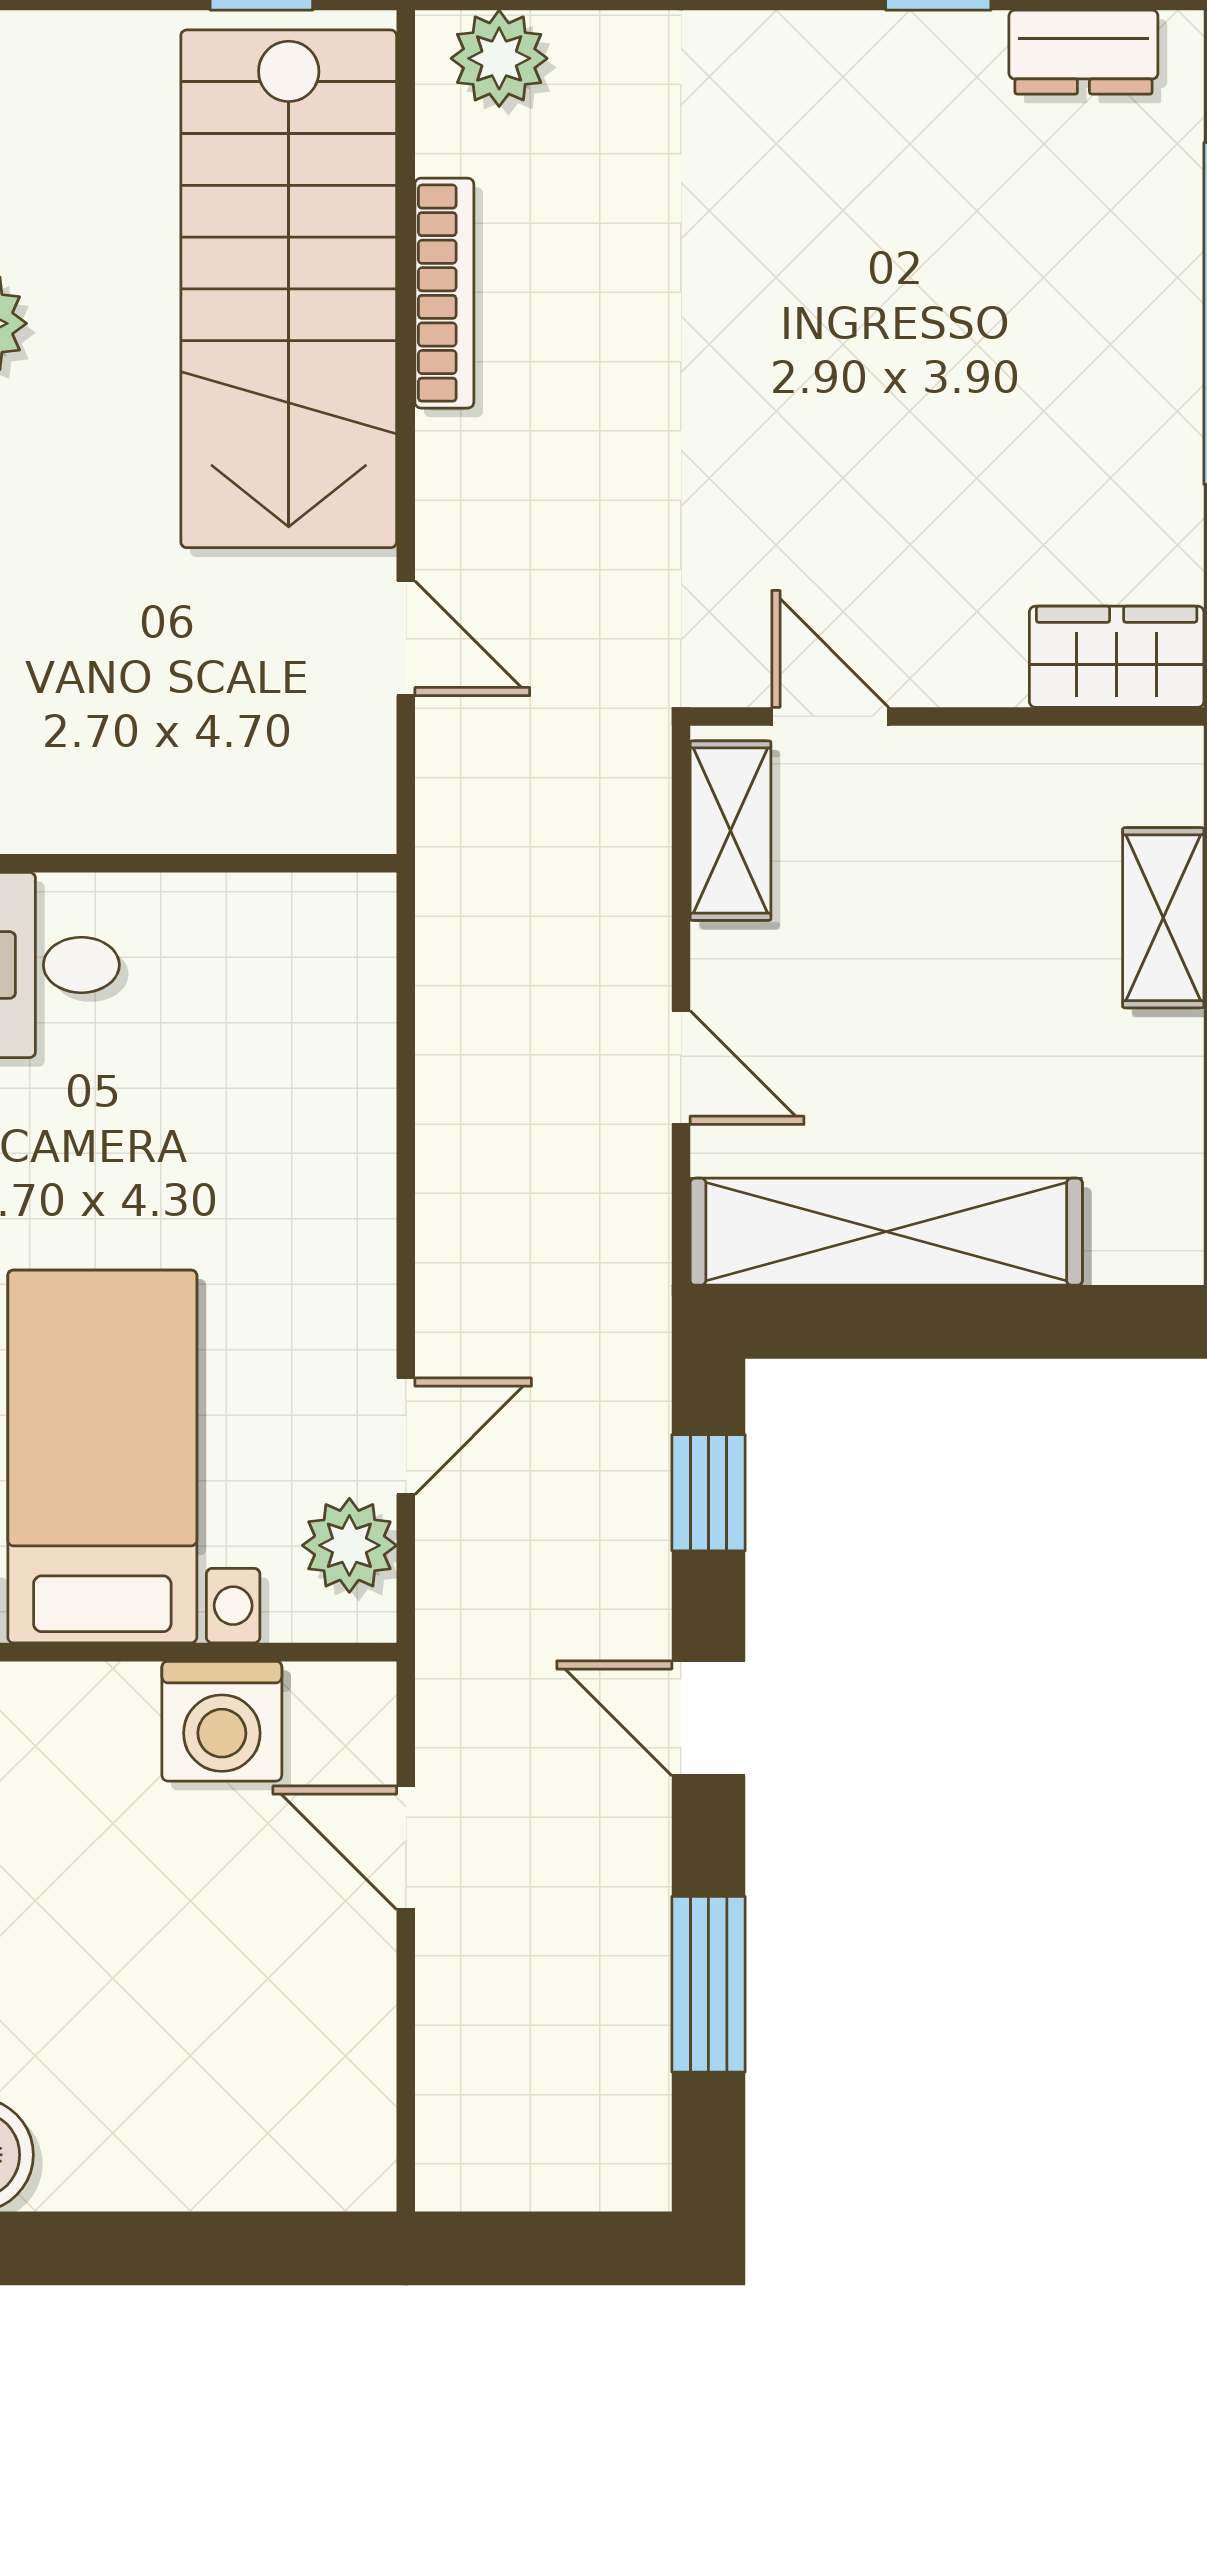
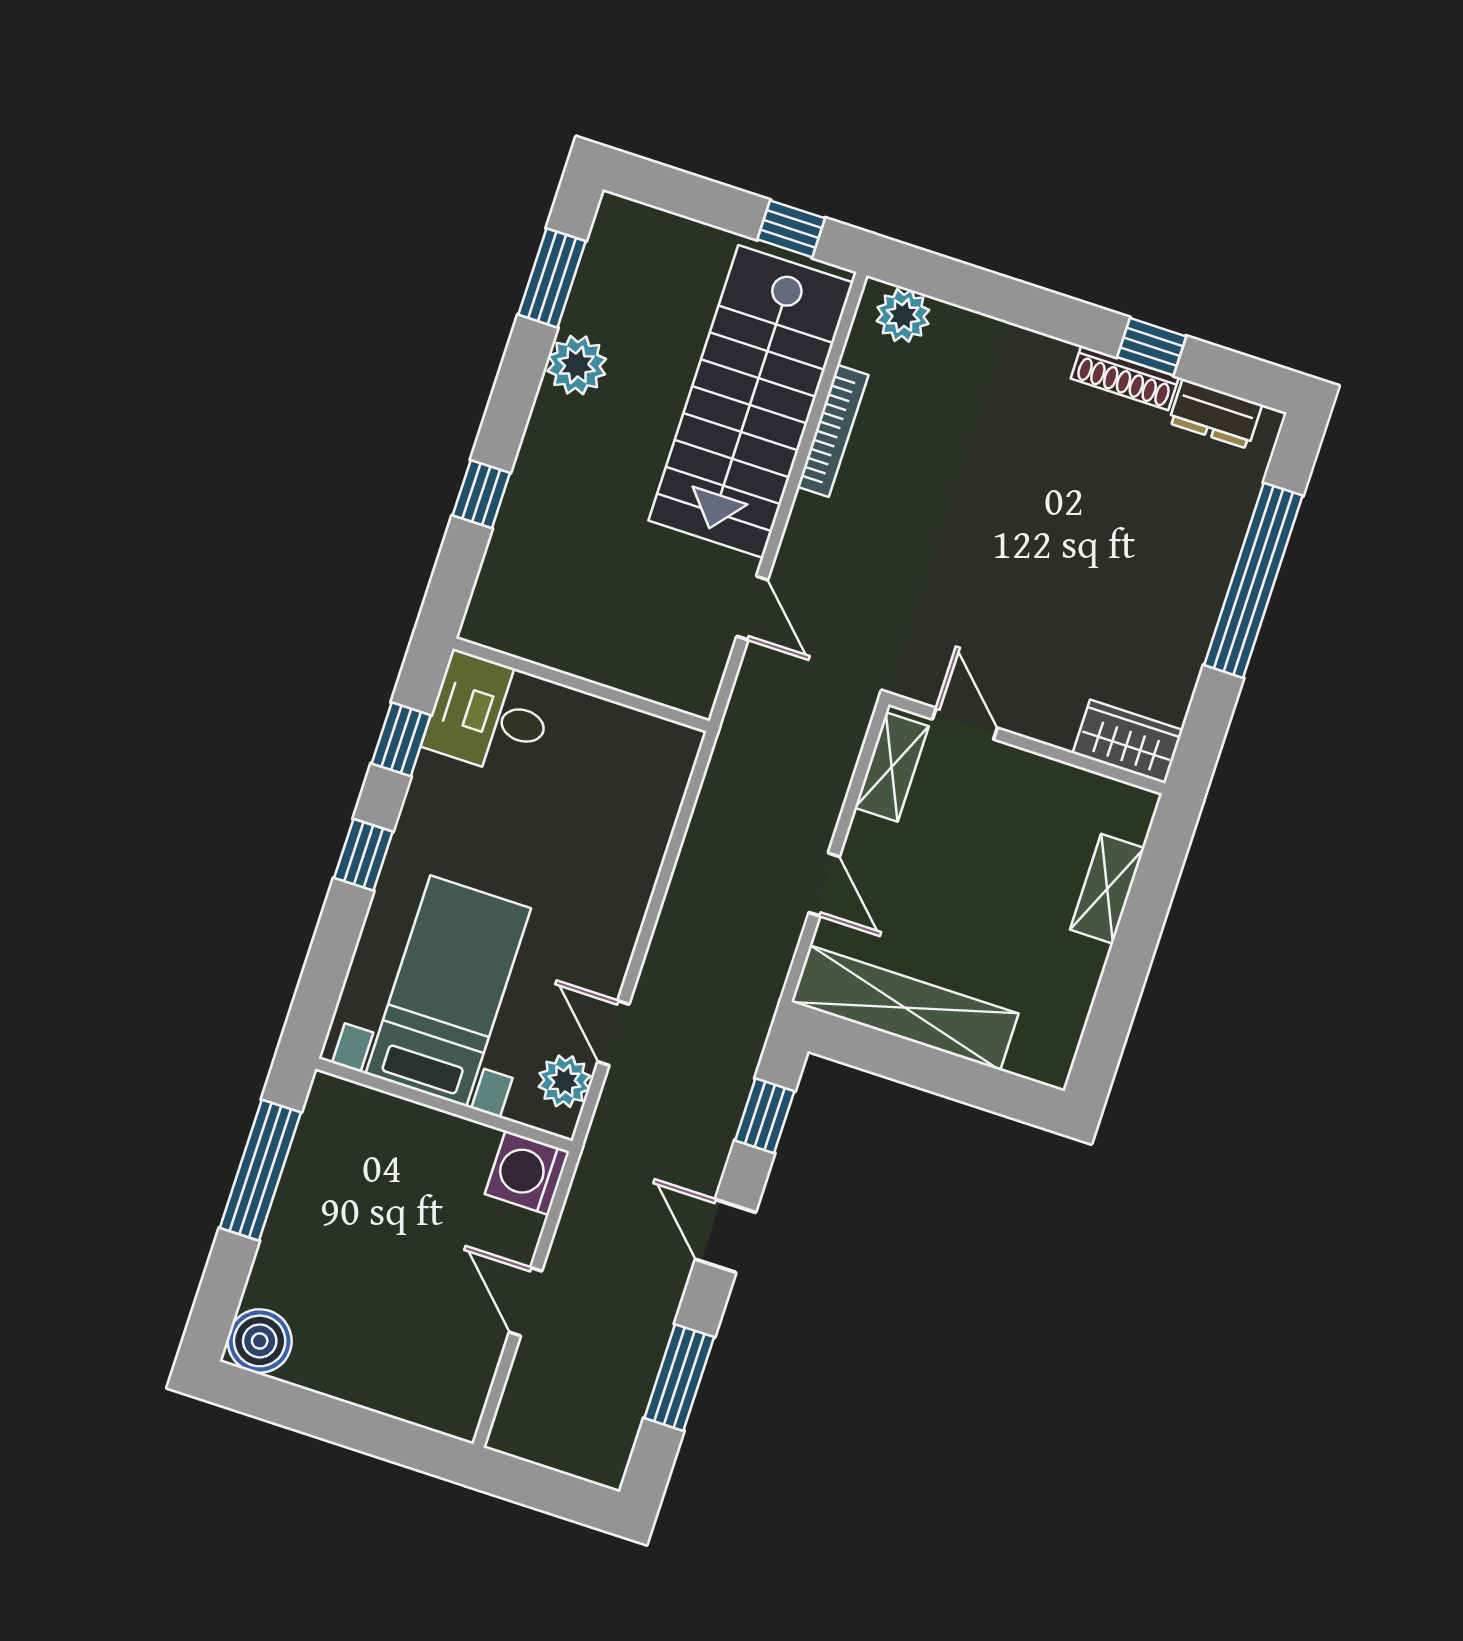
shoe rack: (910, 41) -> (1125, 378), added
door: (406, 1436) -> (613, 1033), swing flipped
washing machine: (222, 1721) -> (527, 1173), moved, turned 90
door: (406, 1848) -> (526, 1302), moved

